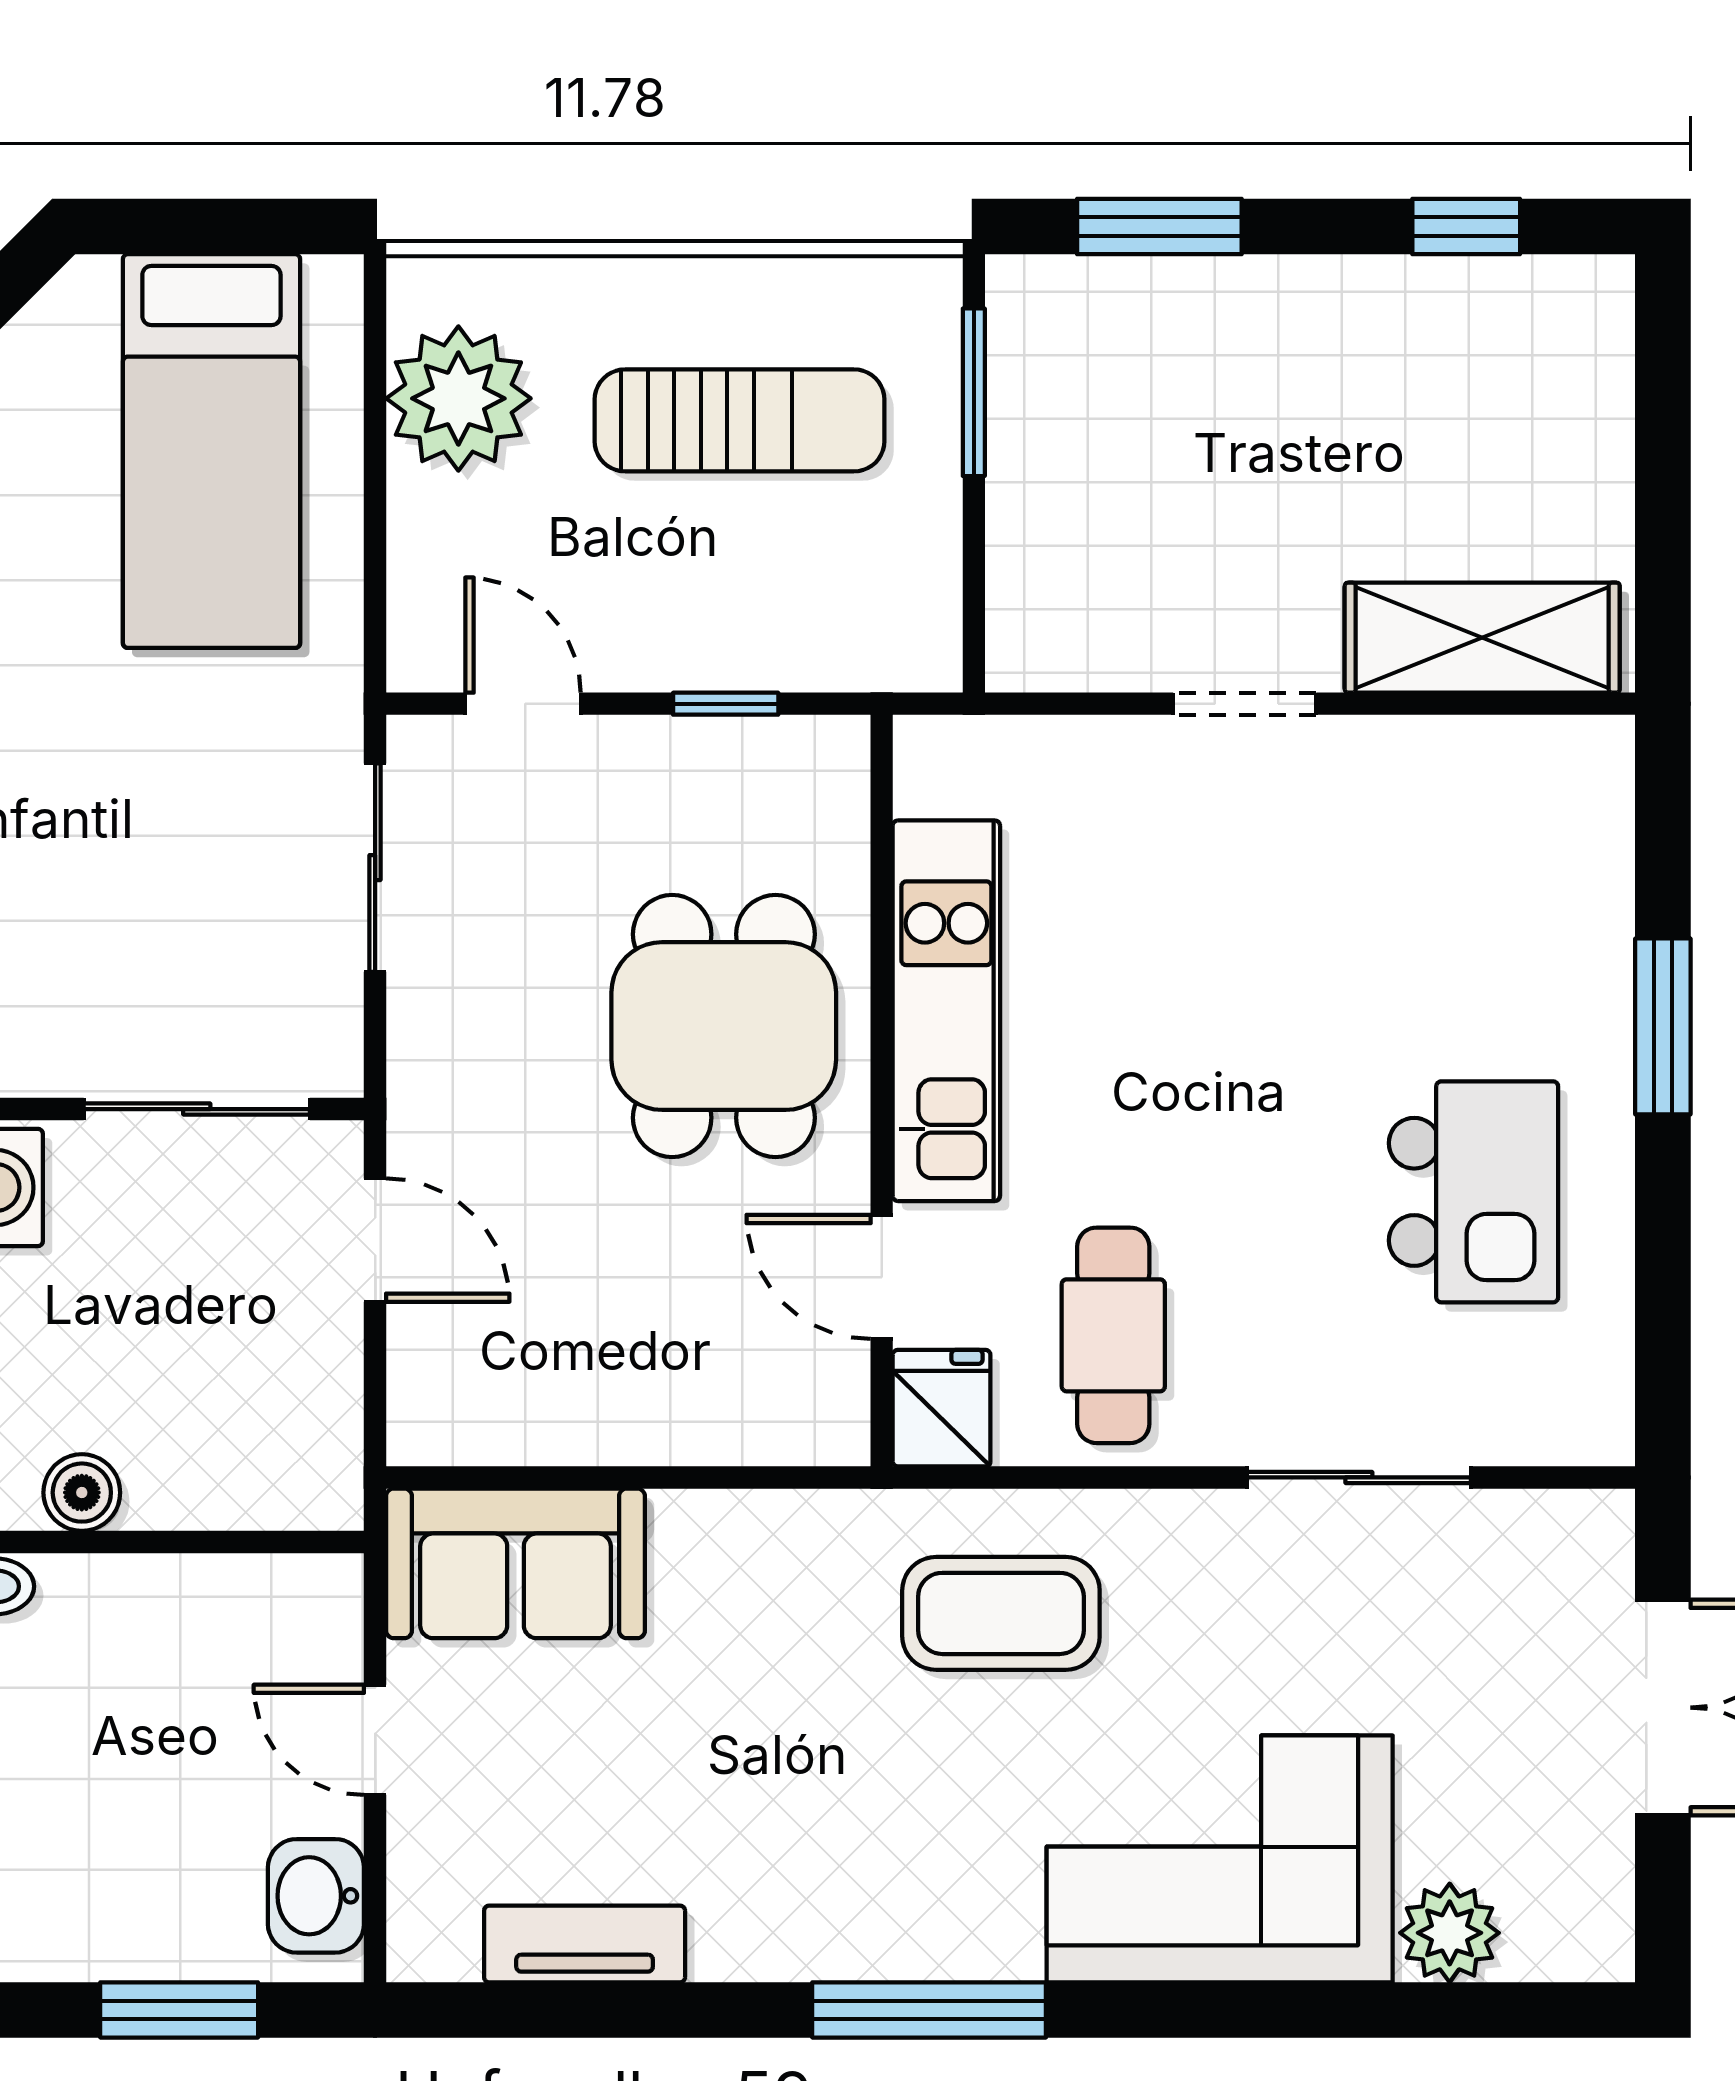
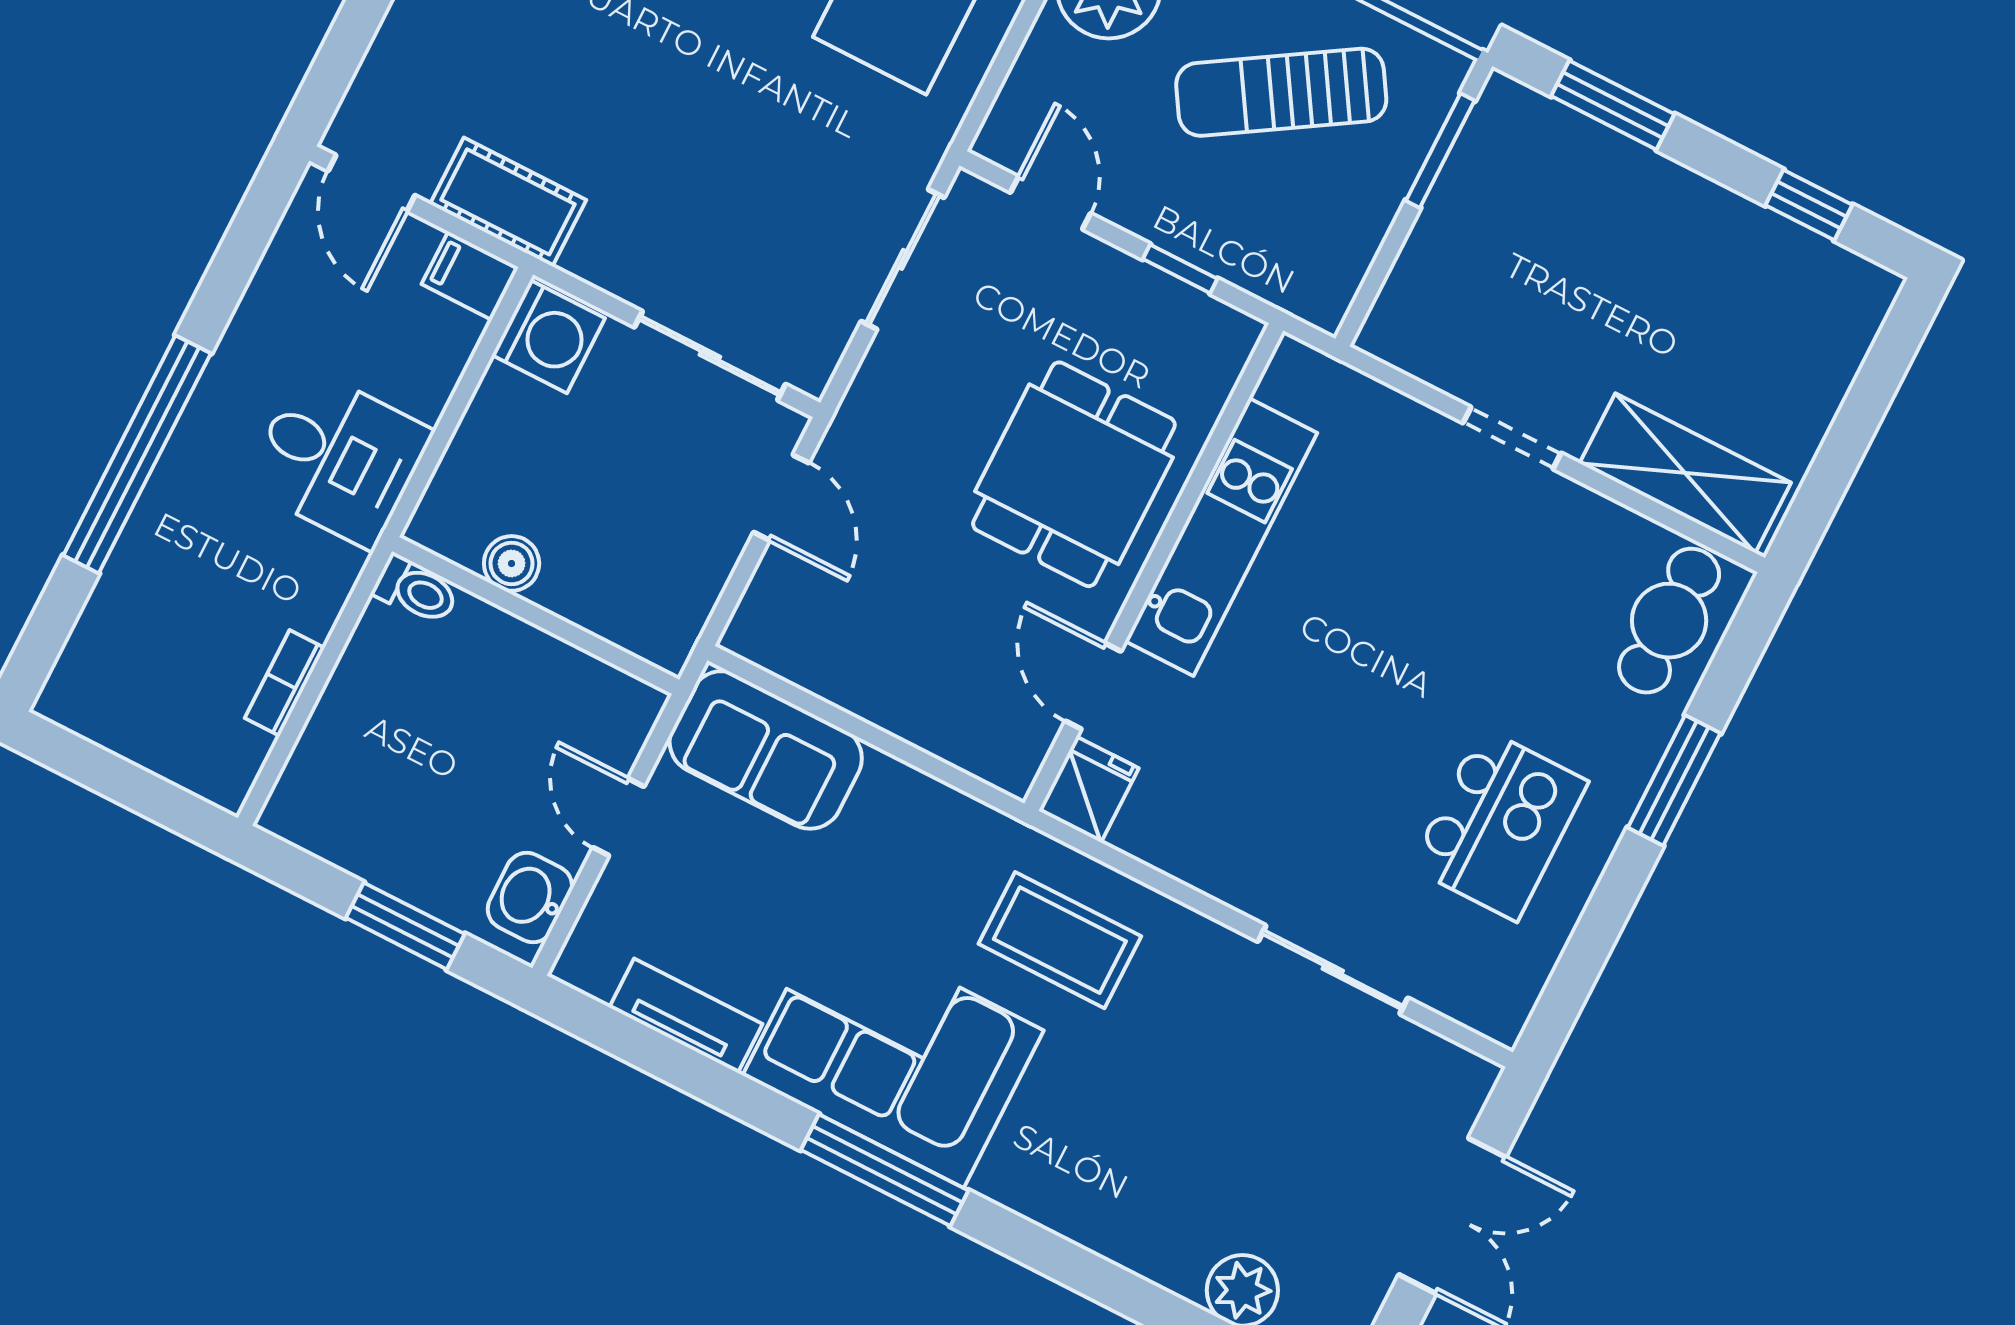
sun lounger: (740, 420) -> (1281, 92), turned 148
cafe table: (1113, 1335) -> (1669, 621), moved
corner sofa: (1220, 1859) -> (893, 1053), moved

